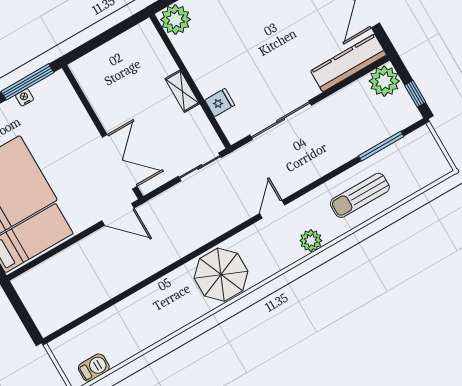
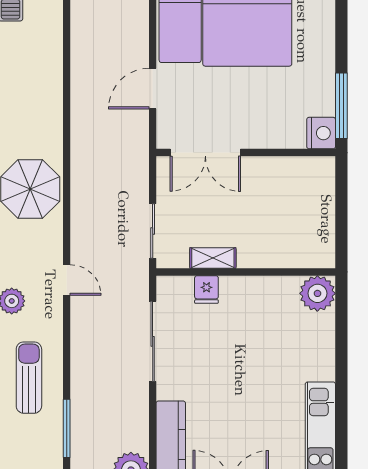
shelving: (182, 91) -> (213, 258), moved
nightstand: (24, 97) -> (321, 133), moved, width x1.89, depth x1.79
door: (118, 214) -> (153, 89), moved

